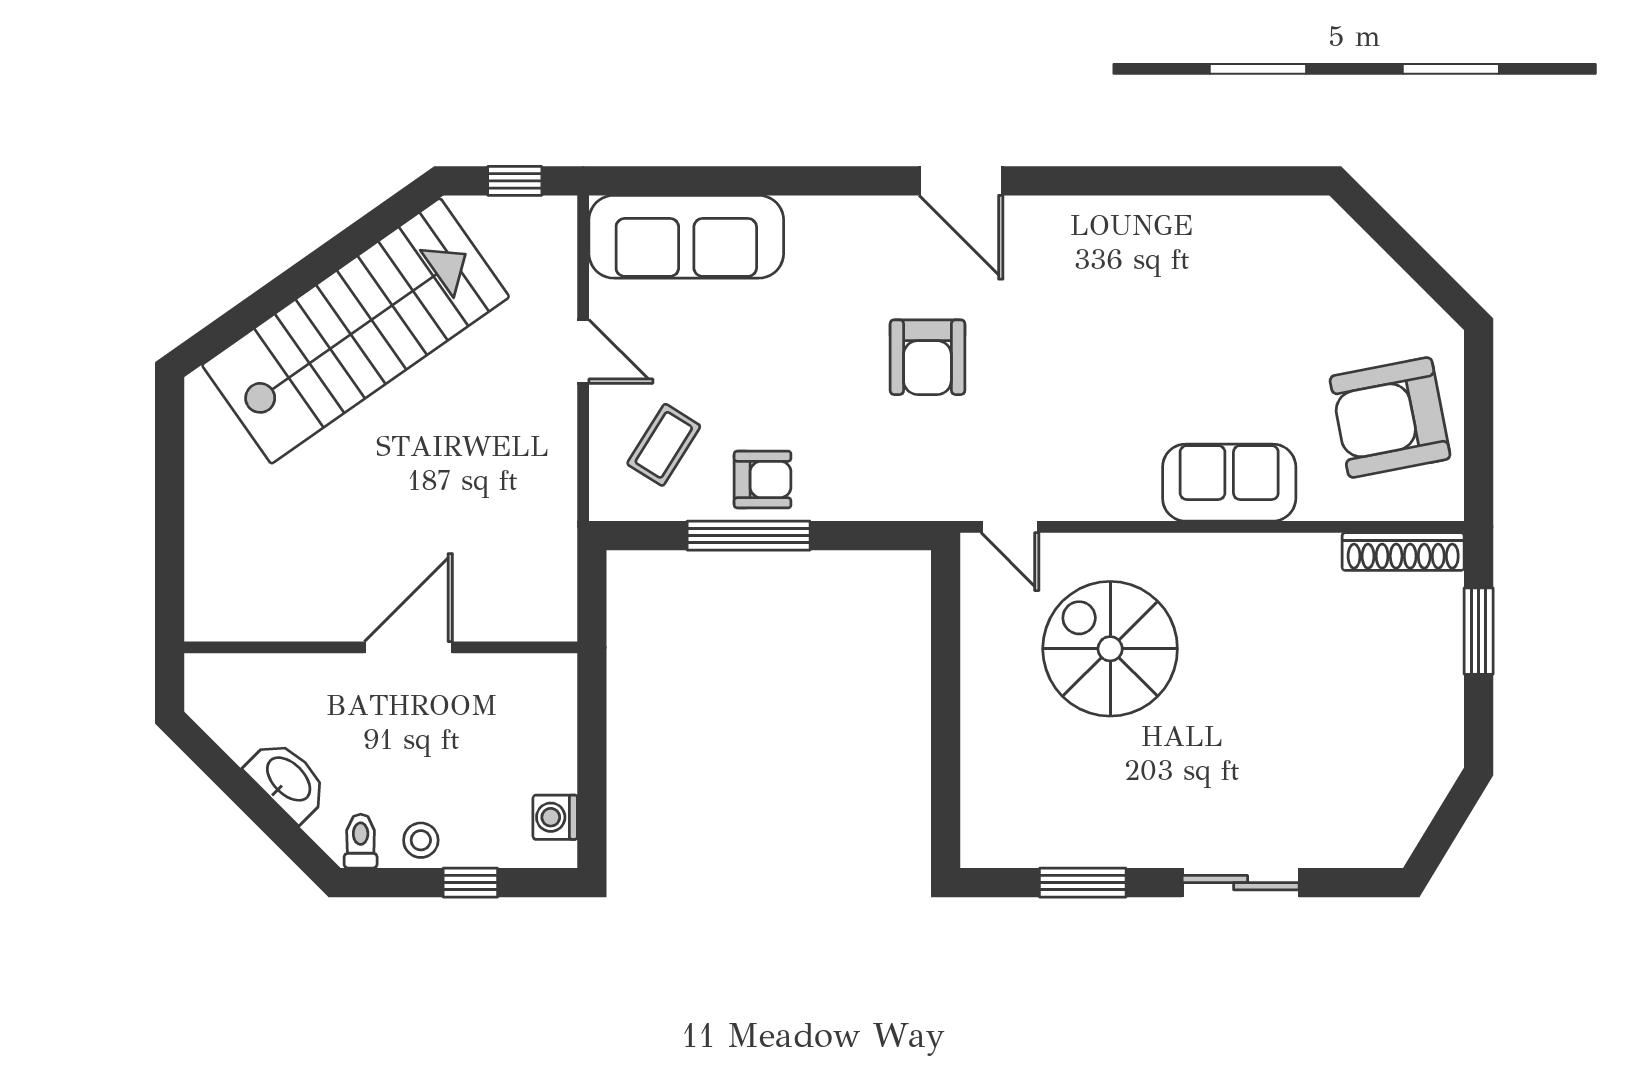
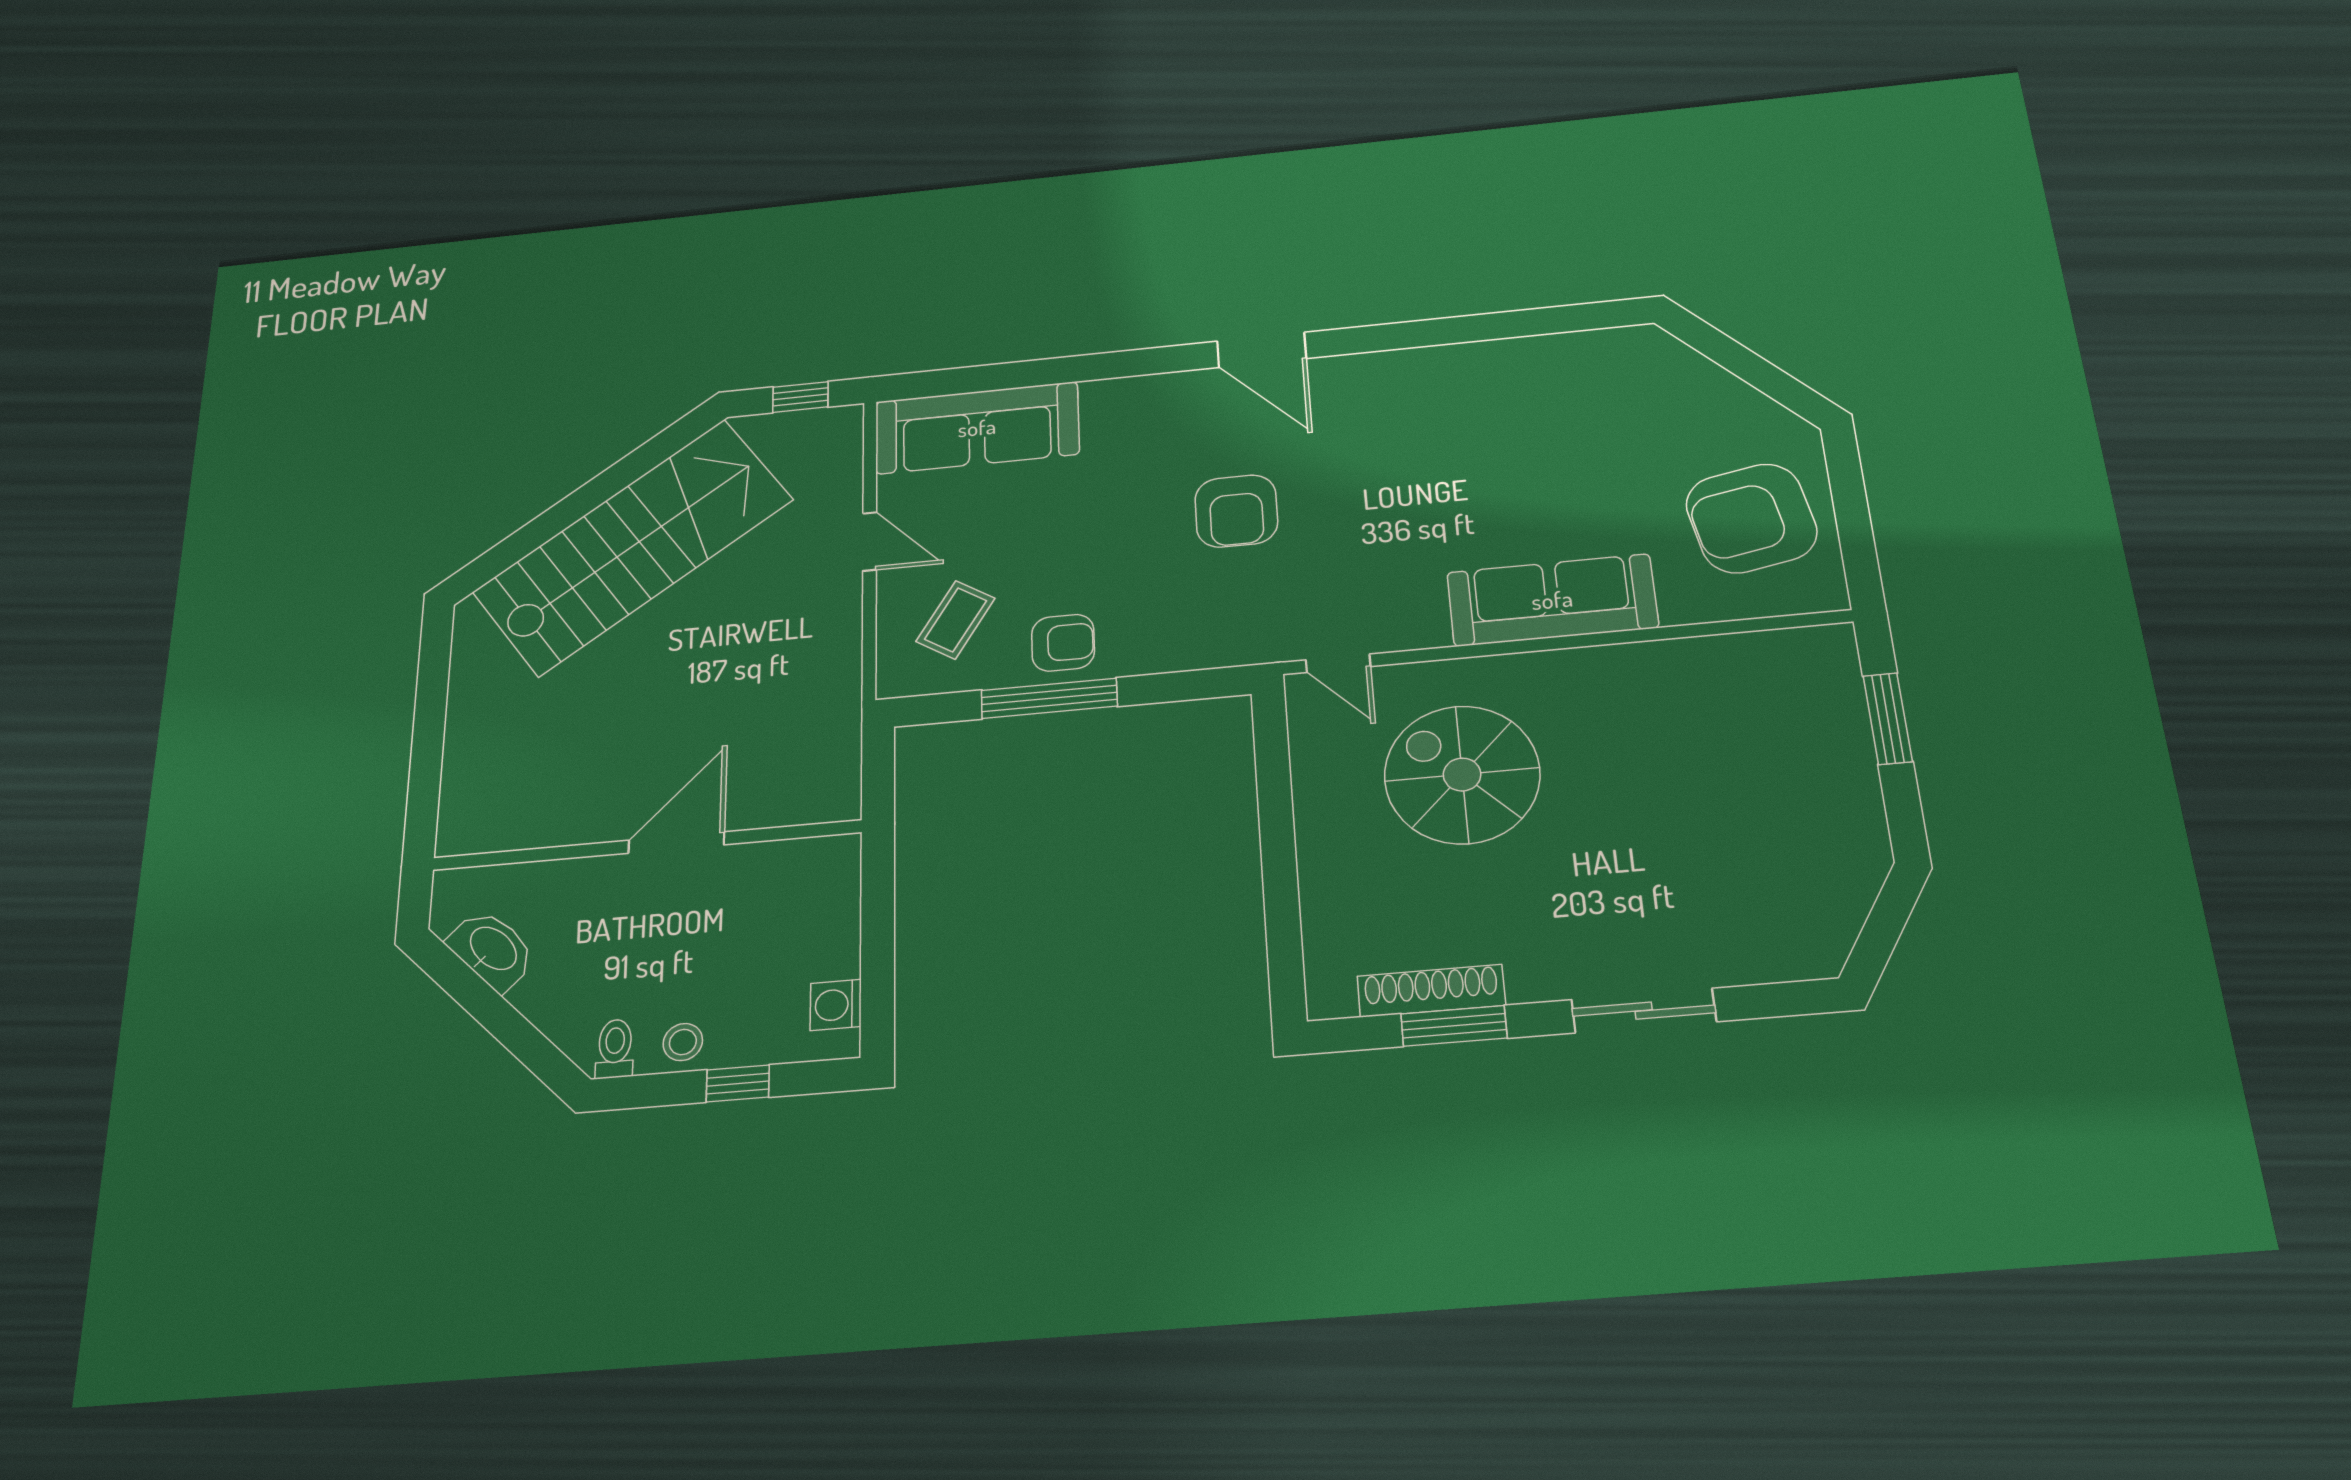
sofa: (1229, 483) -> (1552, 600), width x1.36
shoe rack: (1403, 552) -> (1431, 991), moved, turned 180
washbasin: (288, 780) -> (492, 949), moved

